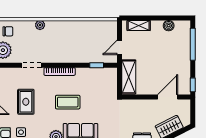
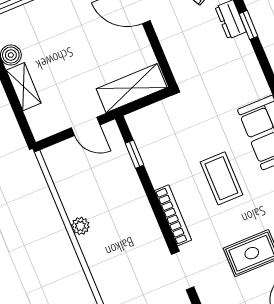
plant: (40, 25) -> (80, 226), moved
shelving: (139, 25) -> (24, 87), moved

